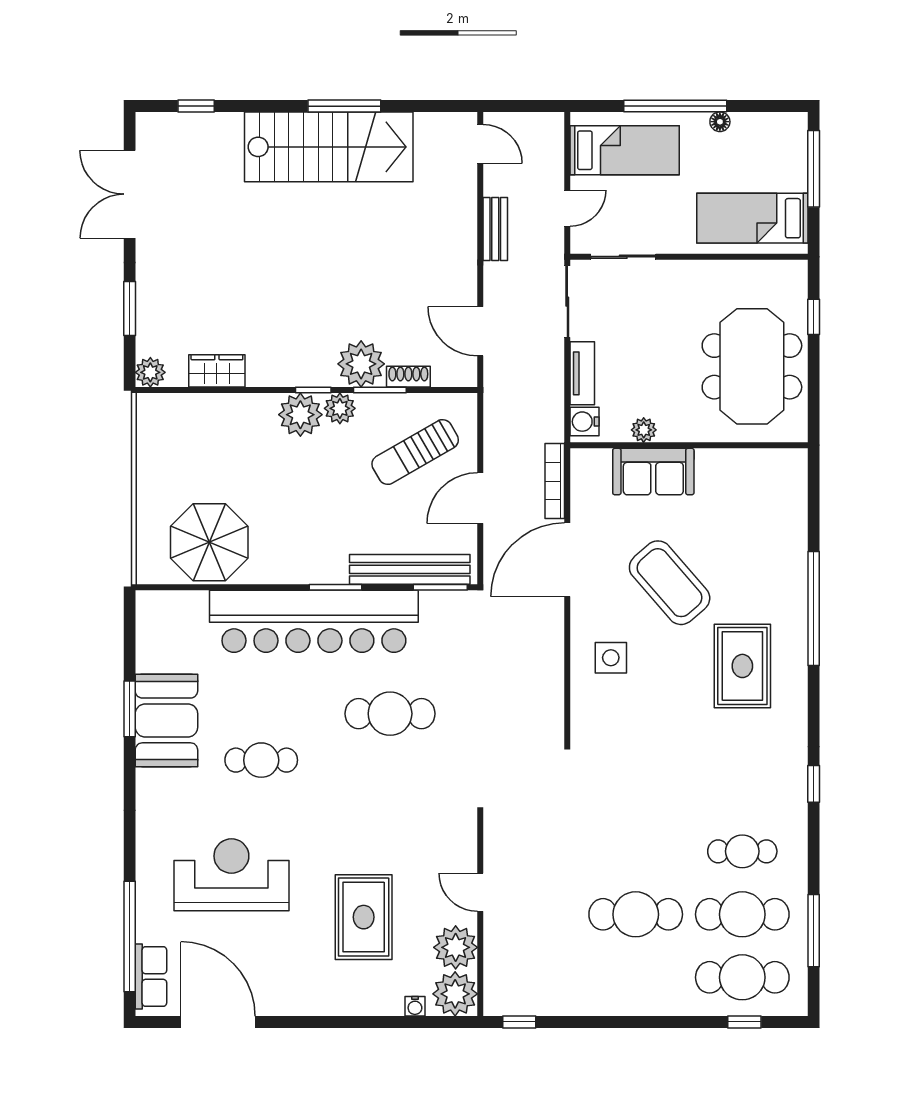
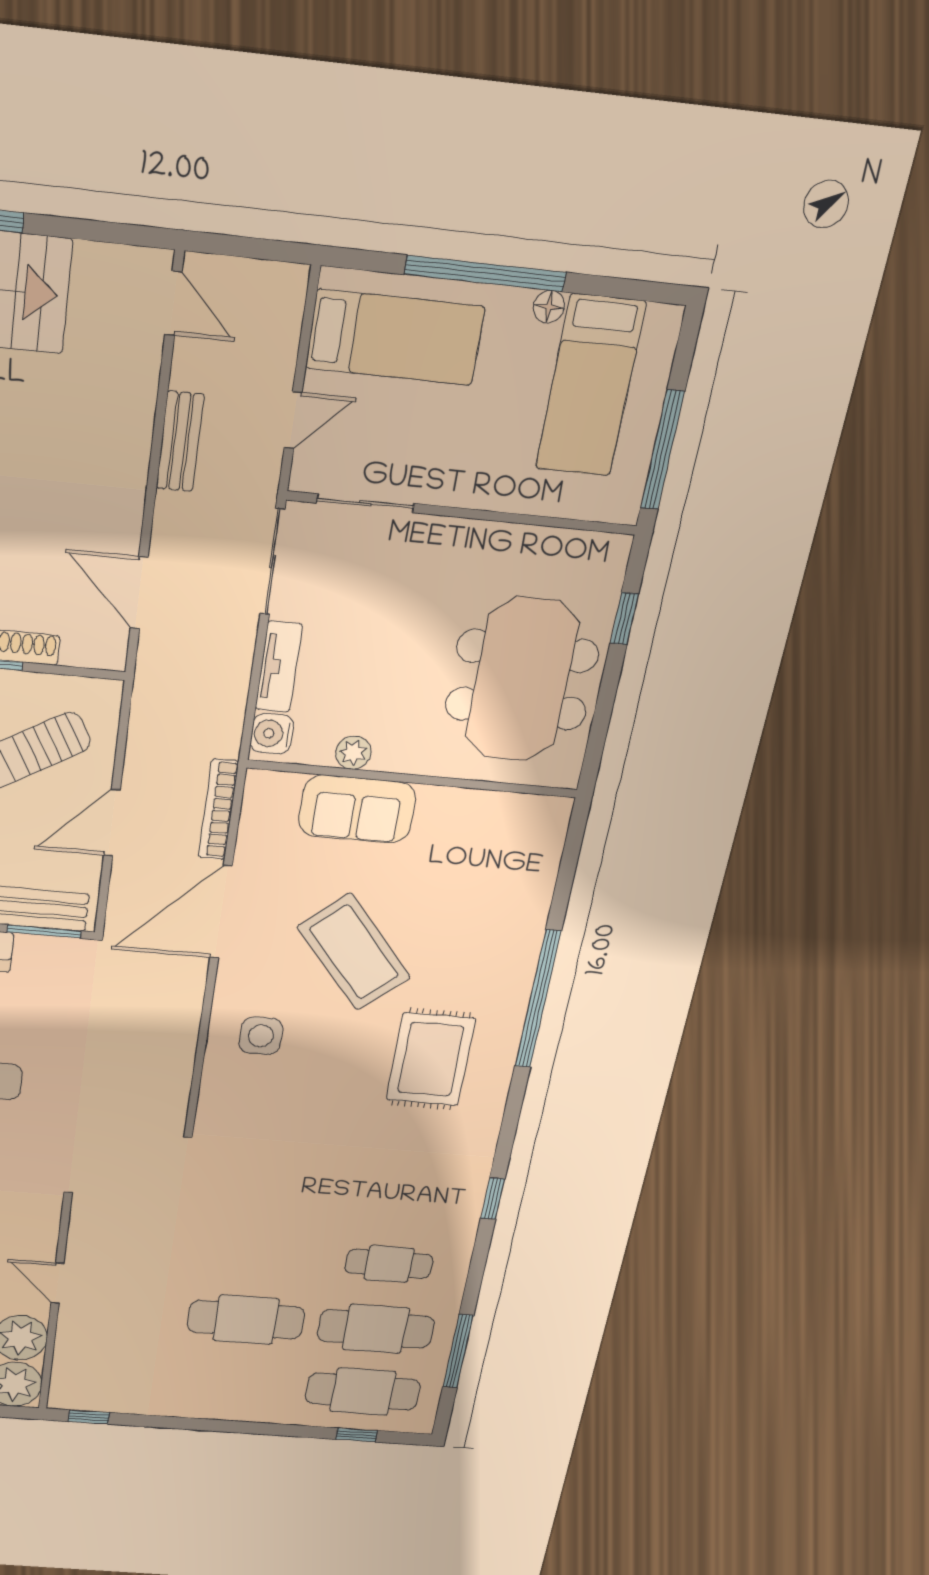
window: (814, 169) -> (662, 450), moved
bed: (752, 218) -> (590, 386), moved, turned -90

